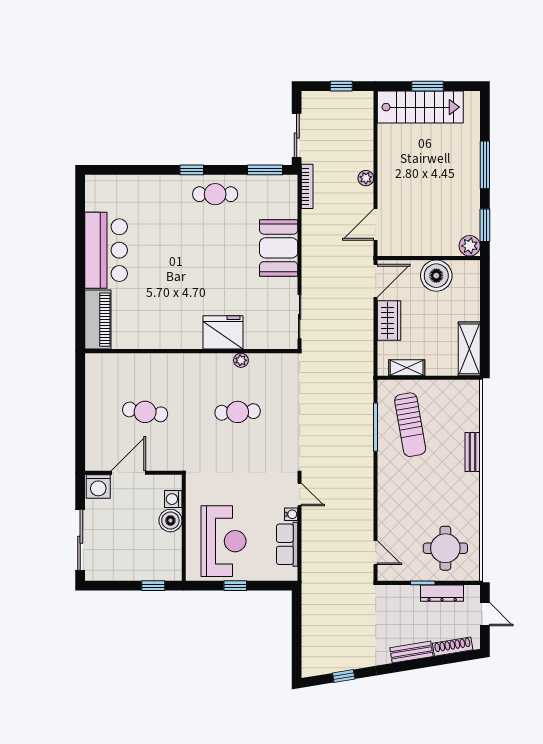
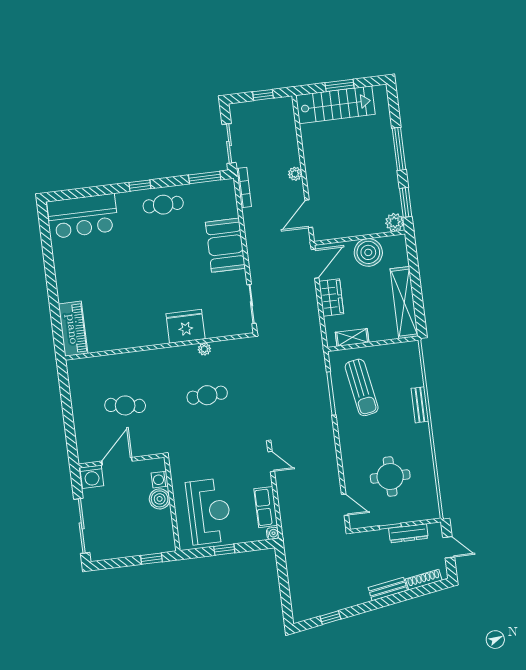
bar counter: (106, 250) -> (83, 216), moved, turned 90
shelving: (469, 349) -> (404, 303), width x1.47
water cooler: (291, 514) -> (273, 533), moved
round table: (445, 548) -> (390, 476), moved

